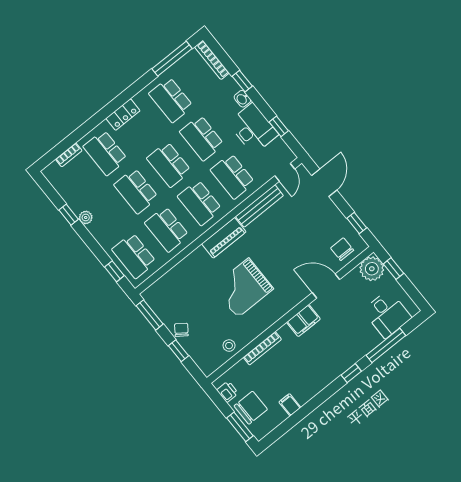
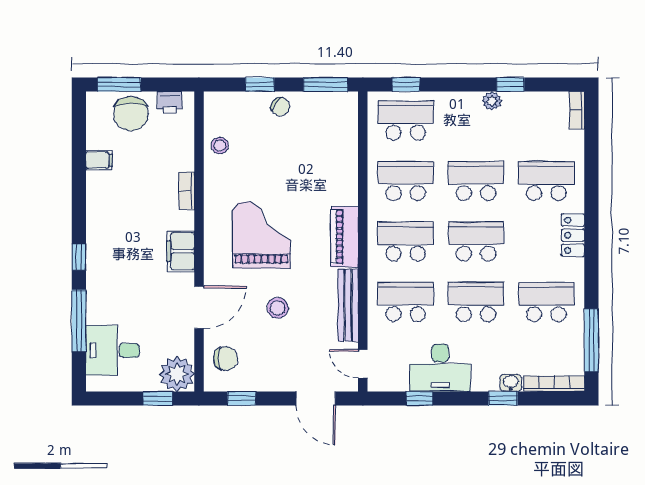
washbasin: (242, 99) -> (511, 383), moved
bookcase: (69, 155) -> (577, 110), moved
stool: (292, 243) -> (278, 308), added
grand piano: (243, 288) -> (261, 235), moved
bookcase: (262, 348) -> (187, 191), width x0.64

